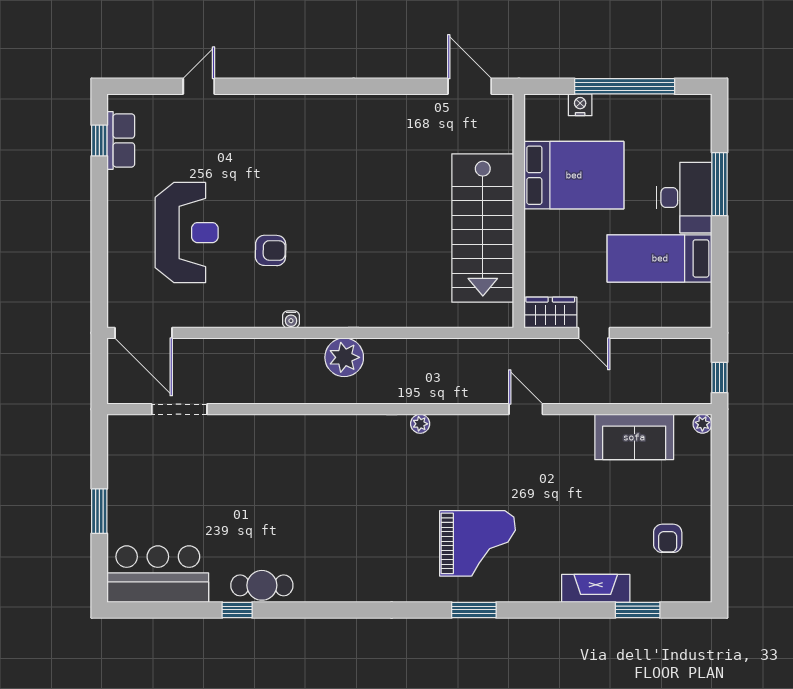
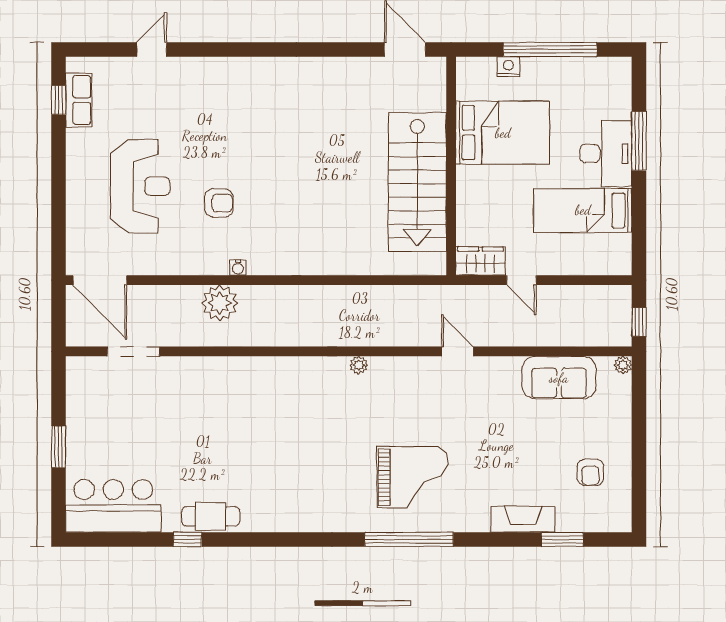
plant: (344, 357) -> (220, 303), moved
window: (474, 610) -> (409, 539), width x2.11

